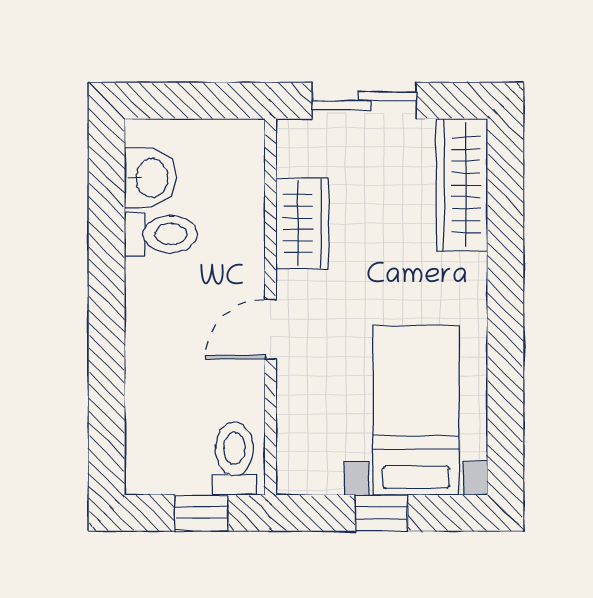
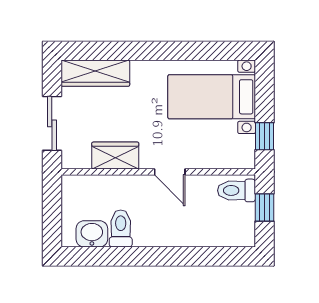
window: (381, 513) -> (265, 136), moved

